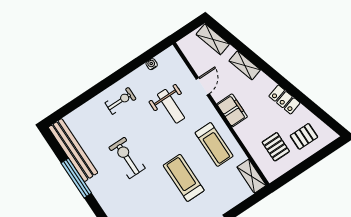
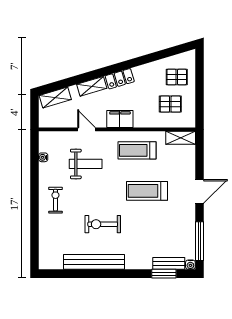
locker: (284, 100) -> (120, 79), moved
pallet: (304, 136) -> (177, 77), turned 90
treadmill: (214, 145) -> (137, 150), turned 180
bench: (73, 150) -> (94, 262), moved
window: (76, 178) -> (92, 274), removed

